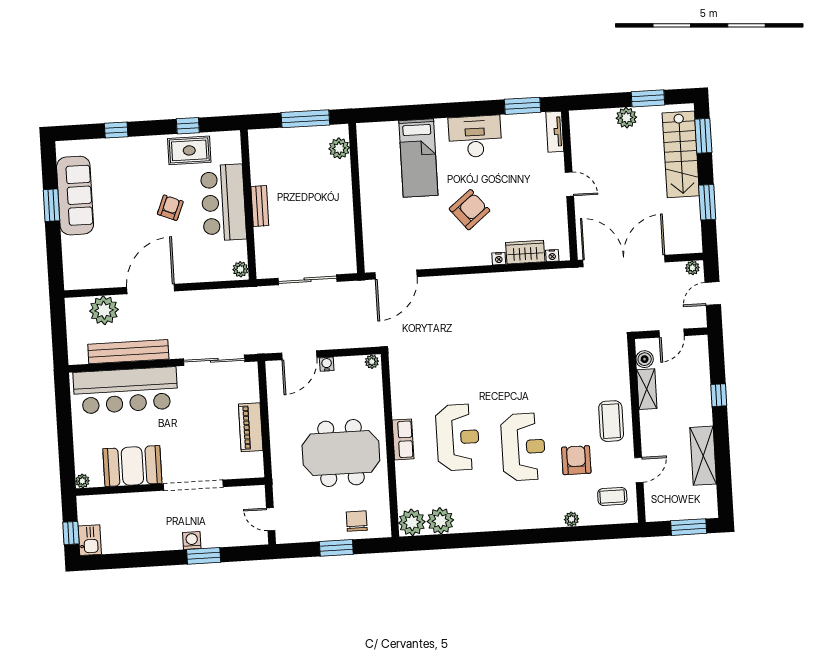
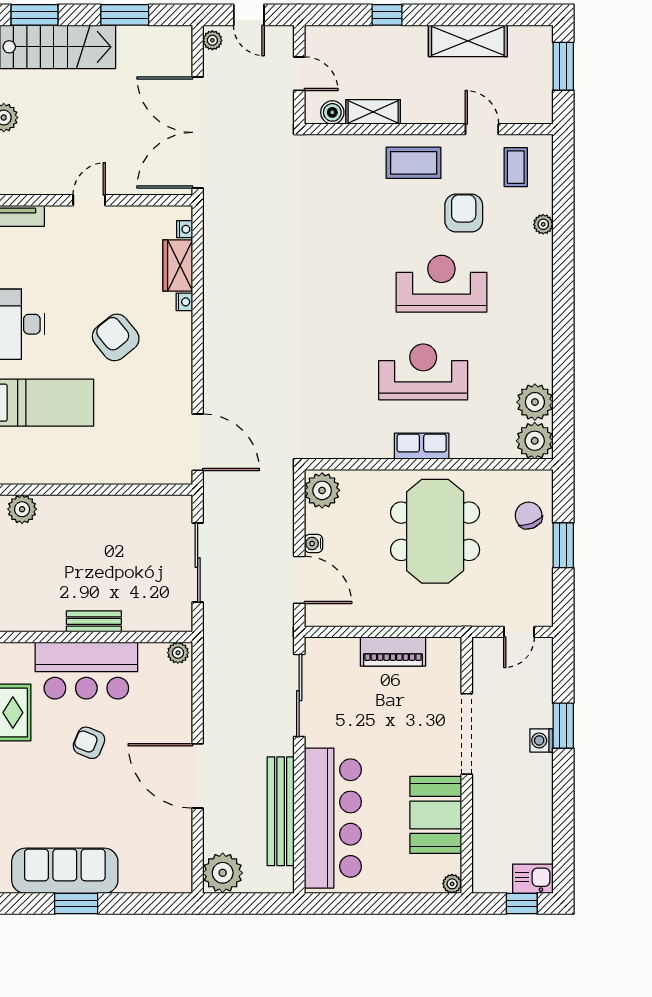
plant: (104, 310) -> (223, 873), moved
plant: (372, 362) -> (322, 490), width x1.88, depth x1.88
armchair: (576, 460) -> (464, 213), turned 90
chair: (357, 521) -> (529, 515), turned 68

